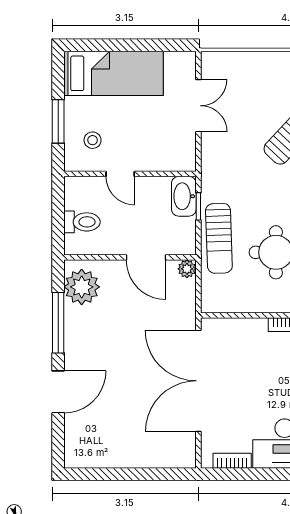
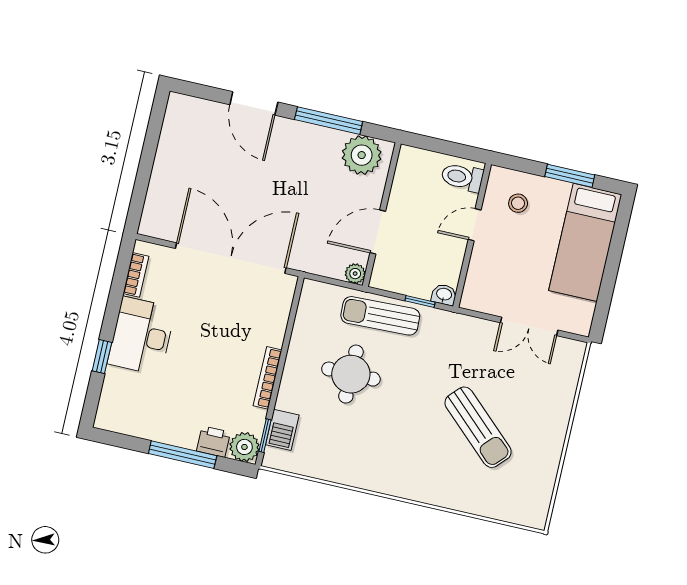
window: (58, 121) -> (570, 176), moved
washbasin: (184, 196) -> (444, 295), width x0.52, depth x0.69
toilet: (82, 222) -> (462, 177), moved, turned 90

